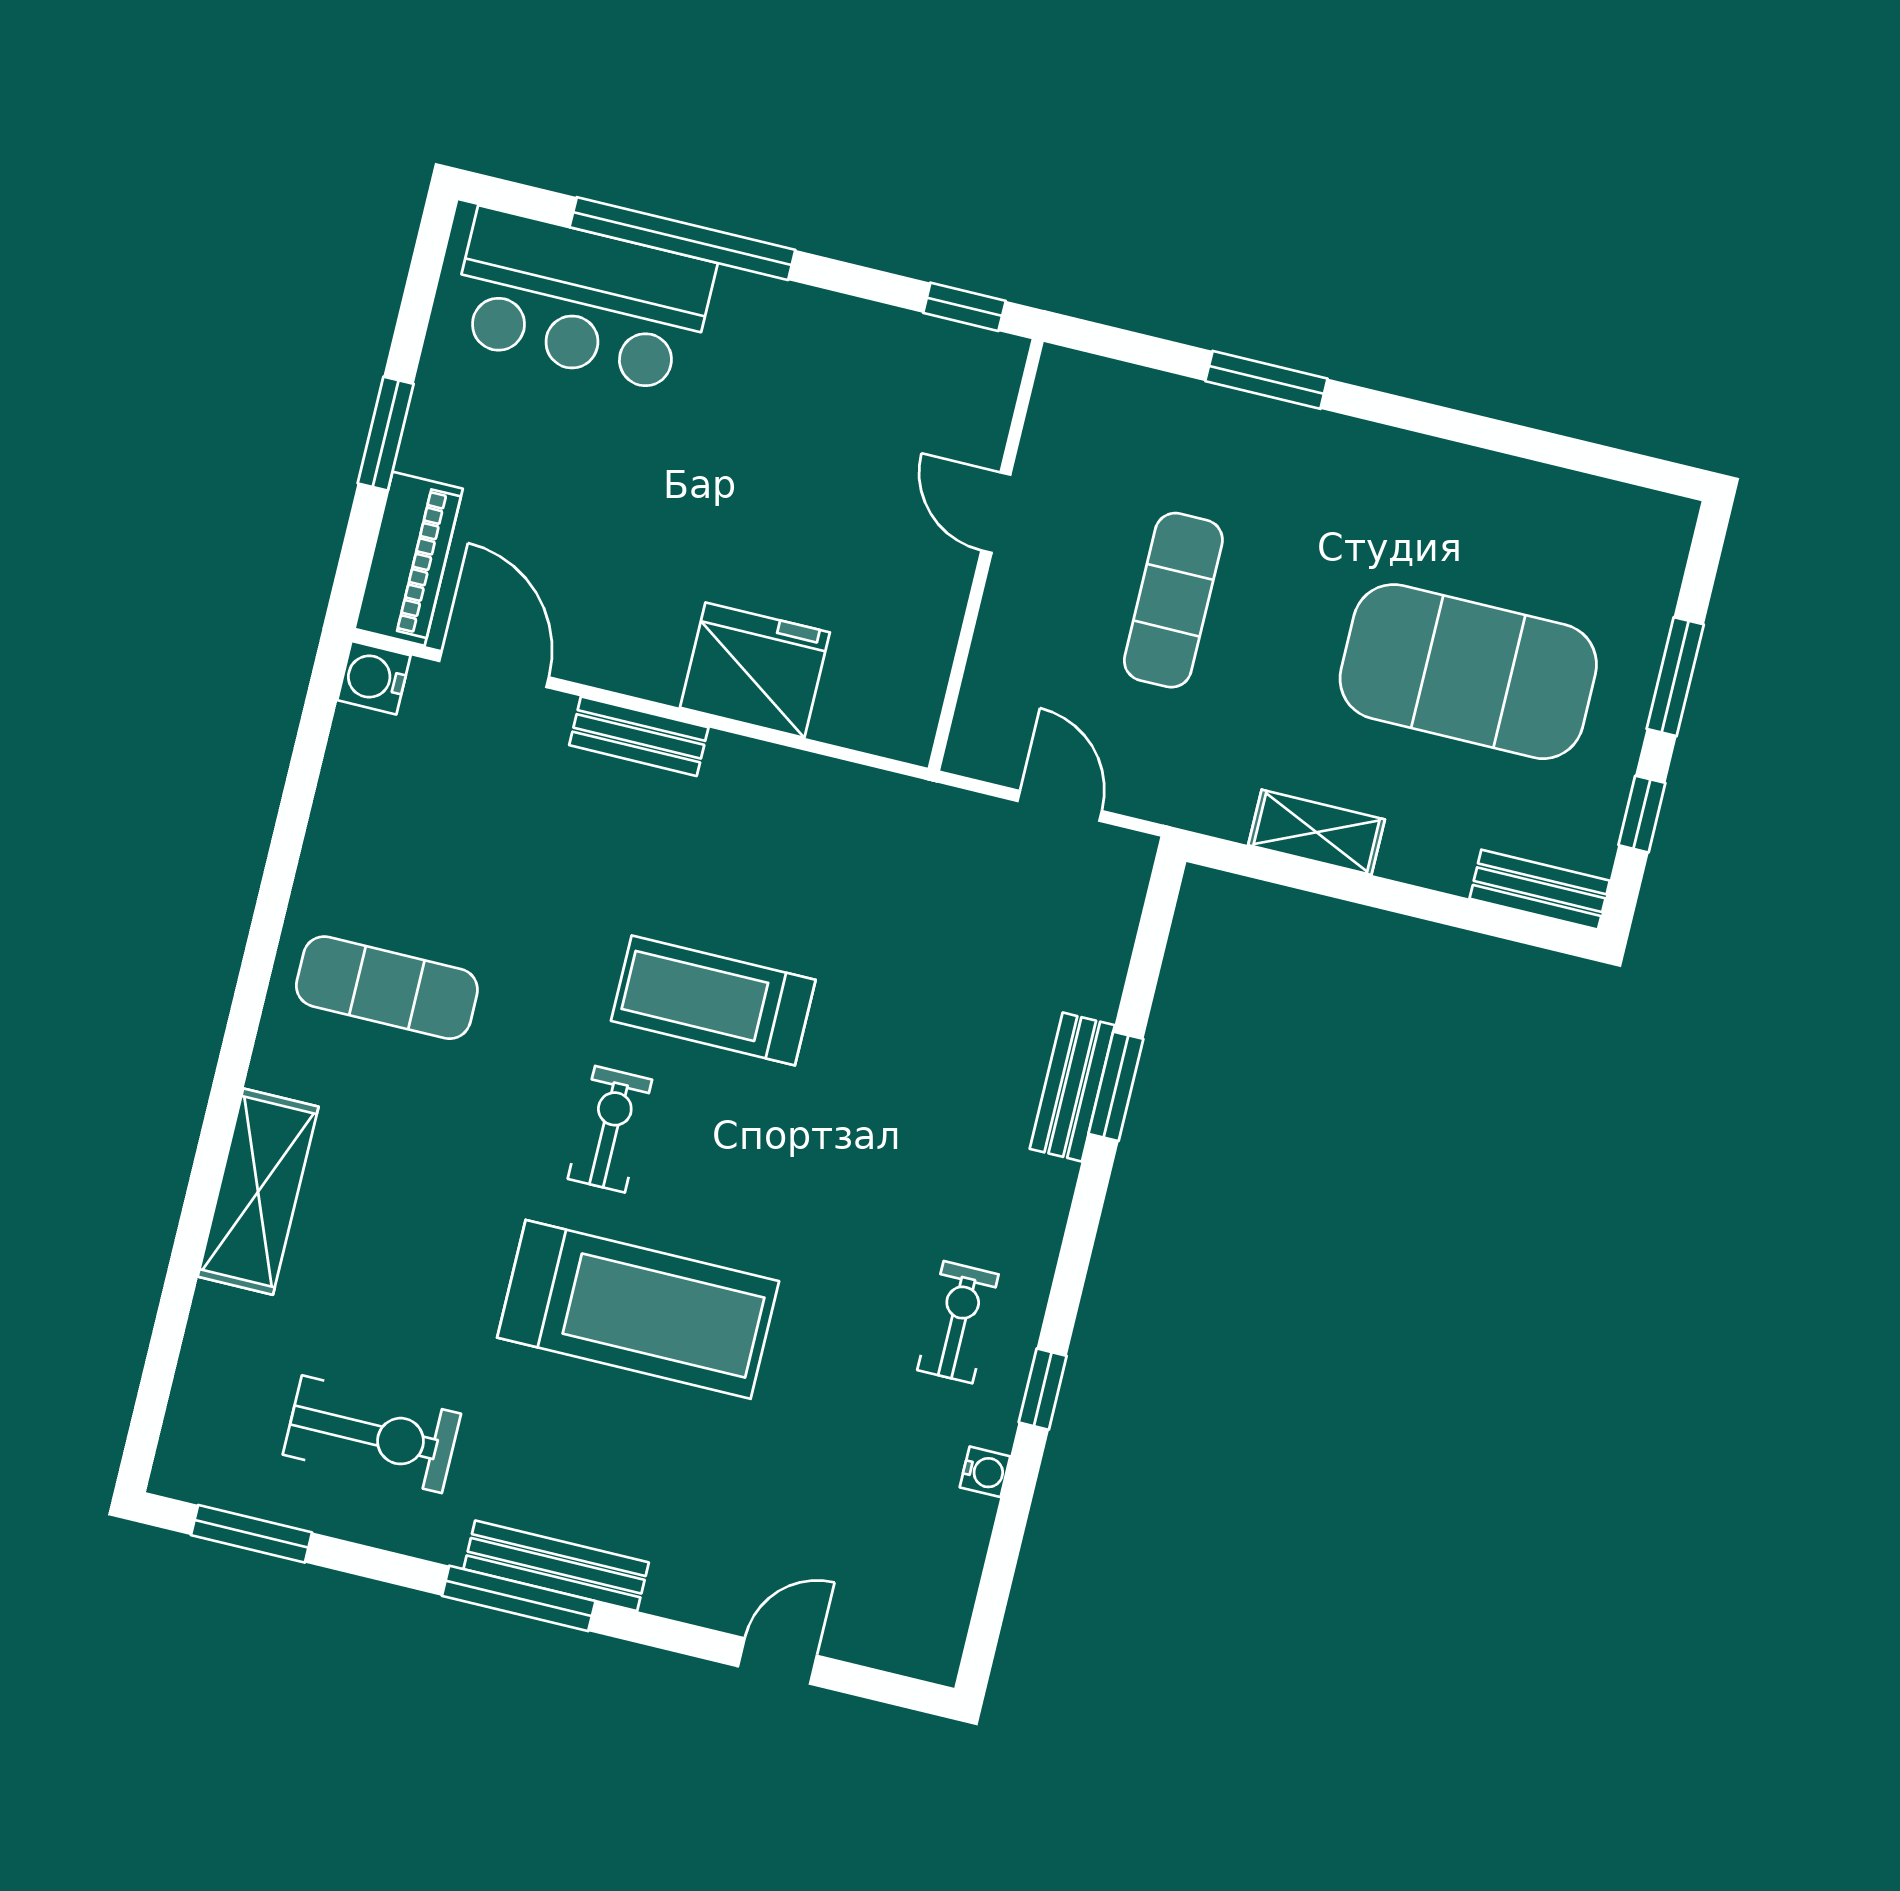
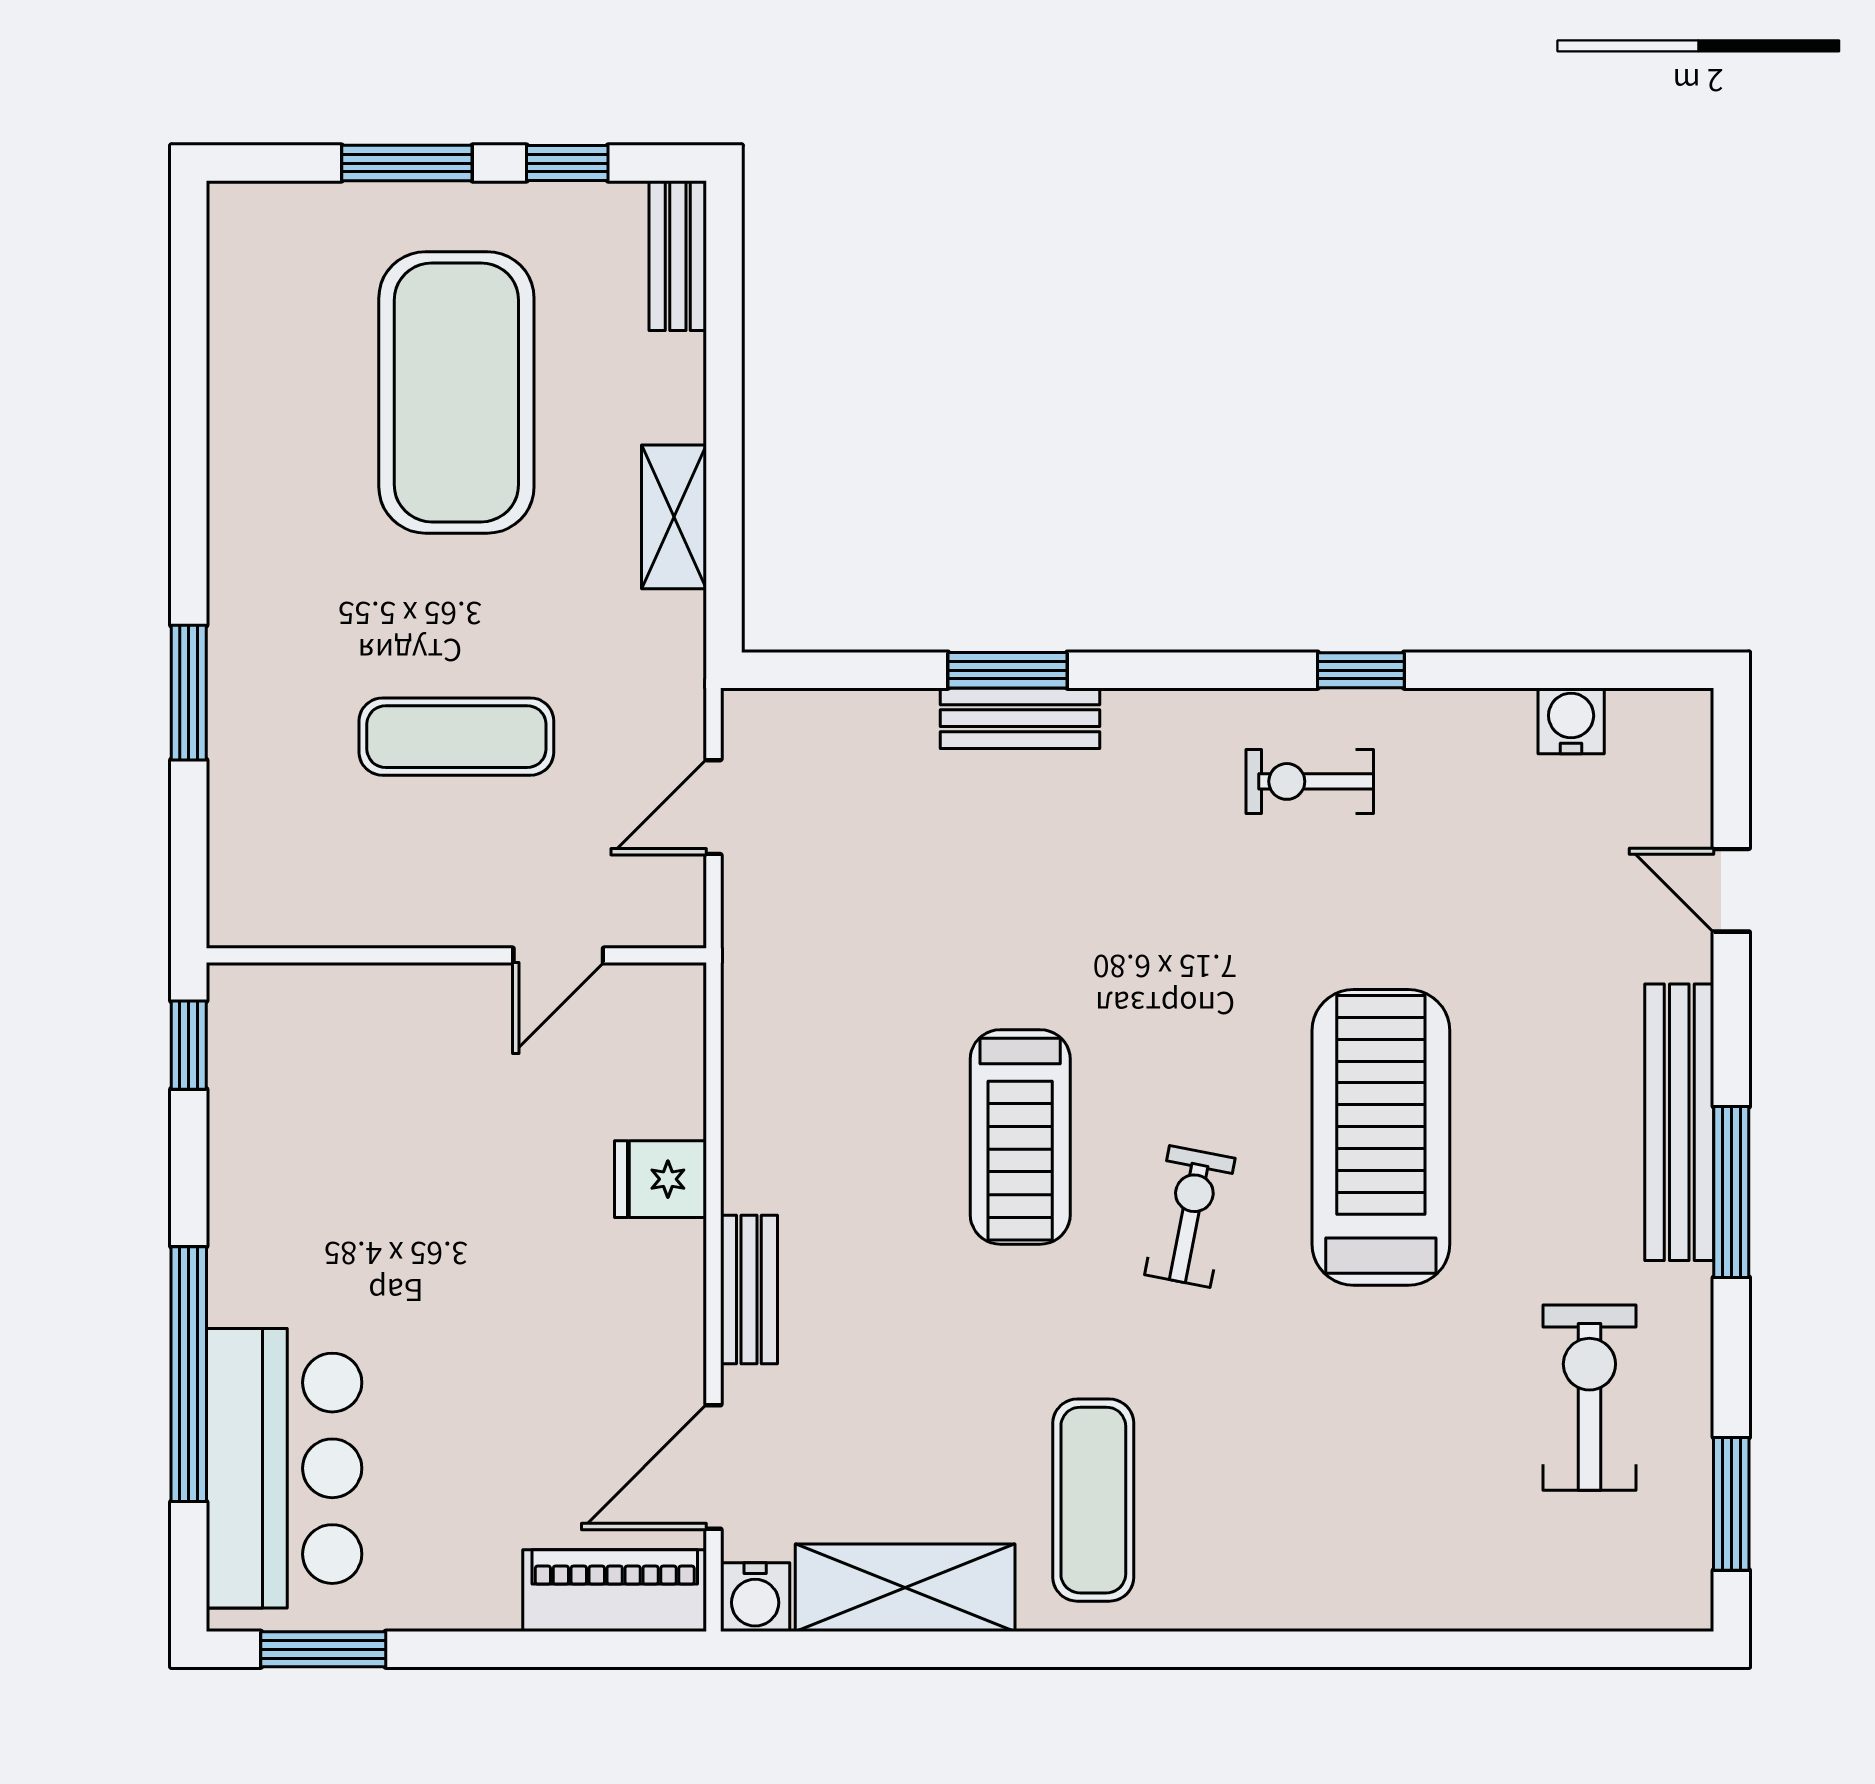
window: (386, 434) -> (323, 1649), moved
door: (996, 513) -> (558, 955), moved
fridge: (755, 670) -> (661, 1179), width x0.53, depth x0.75
exercise bike: (610, 1129) -> (1190, 1217), turned 101
shelving: (258, 1192) -> (905, 1588), moved
water cooler: (985, 1472) -> (1571, 721), moved, width x1.38, depth x1.38
bench: (556, 1566) -> (1679, 1122), width x1.37, depth x1.21

